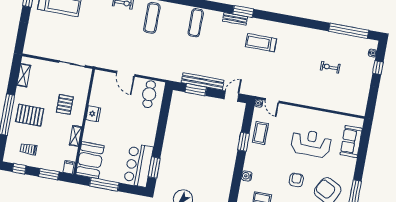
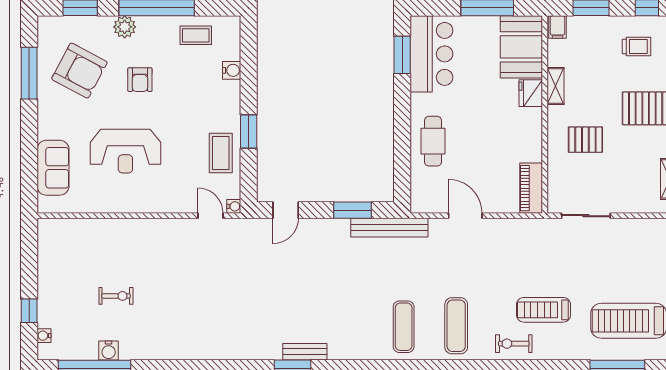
exercise mat: (196, 23) -> (404, 327), moved
water cooler: (339, 39) -> (109, 351), added
treadmill: (261, 43) -> (544, 310), moved, turned 180
door: (126, 74) -> (465, 216), moved
bench: (203, 81) -> (389, 228), moved
piano: (99, 84) -> (531, 188), added
cafe table: (149, 94) -> (433, 141), moved
pallet: (65, 104) -> (585, 140), turned 90
fridge: (93, 114) -> (531, 93), moved

